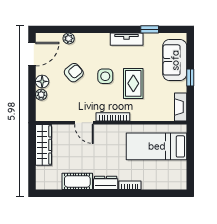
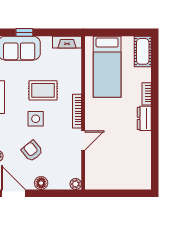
window: (190, 78) -> (24, 32), moved
plant: (41, 95) -> (76, 184), moved
wardrobe: (44, 145) -> (106, 182), removed
cot: (77, 181) -> (143, 51), moved

